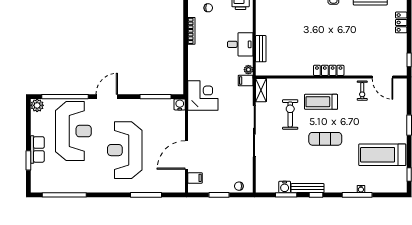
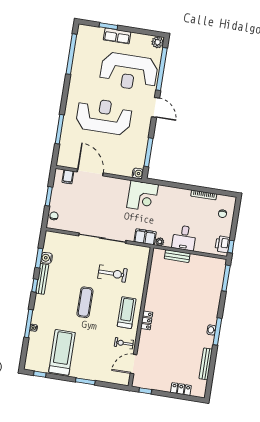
locker: (329, 70) -> (147, 320), width x0.66
filing cabinet: (246, 81) -> (145, 237), width x2.00
shelving: (261, 90) -> (139, 250), removed
treadmill: (321, 102) -> (127, 313), moved

